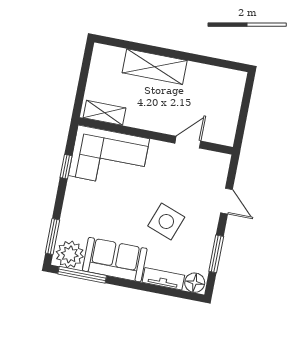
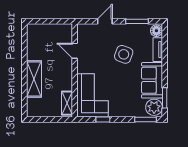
window: (82, 275) -> (165, 98), width x0.69

